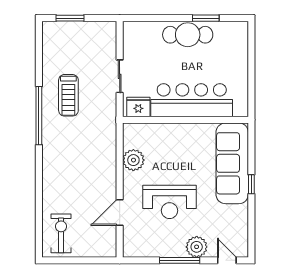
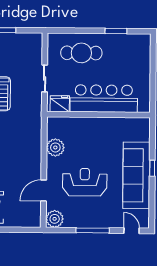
cafe table: (188, 35) -> (81, 53), moved
sofa: (232, 163) -> (136, 175), moved
reception desk: (170, 202) -> (85, 182), turned 180
plant: (197, 247) -> (55, 219), moved

